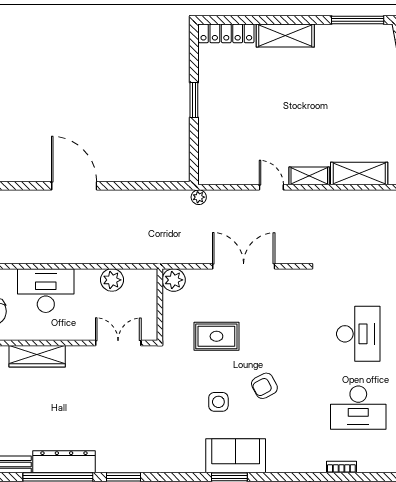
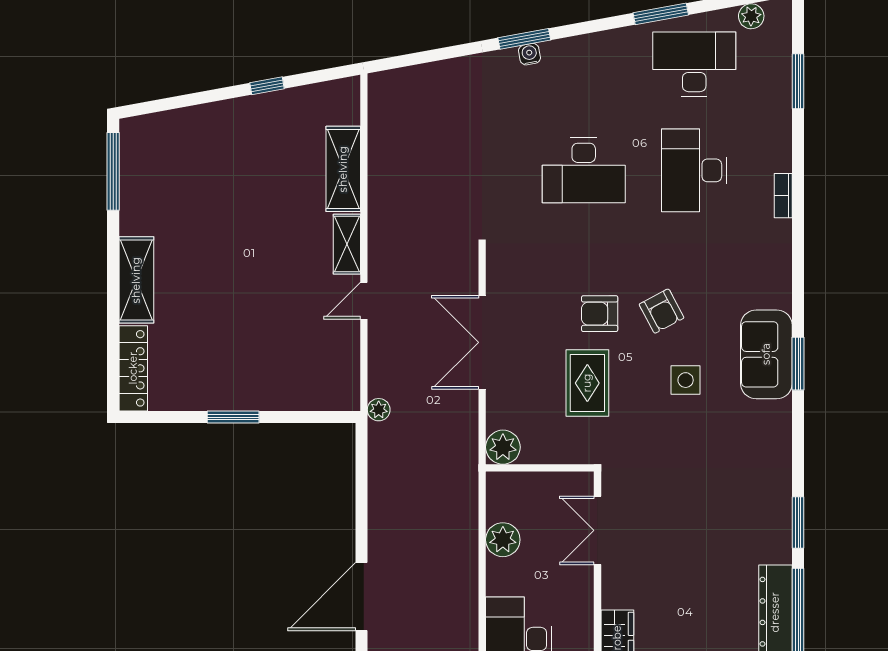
desk: (358, 334) -> (584, 170), turned 180
armchair: (263, 345) -> (600, 314), added
desk: (358, 408) -> (694, 170), turned 180

